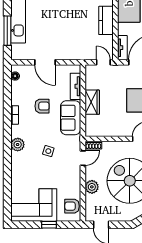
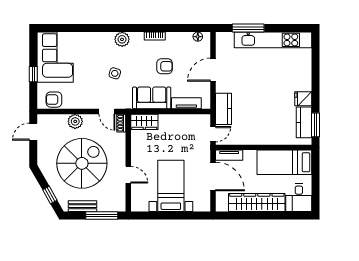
kitchen counter: (106, 20) -> (223, 109), moved, turned 90
wardrobe: (92, 102) -> (144, 122), moved
armchair: (42, 106) -> (165, 66), turned -90
armchair: (72, 206) -> (54, 100), turned -90

